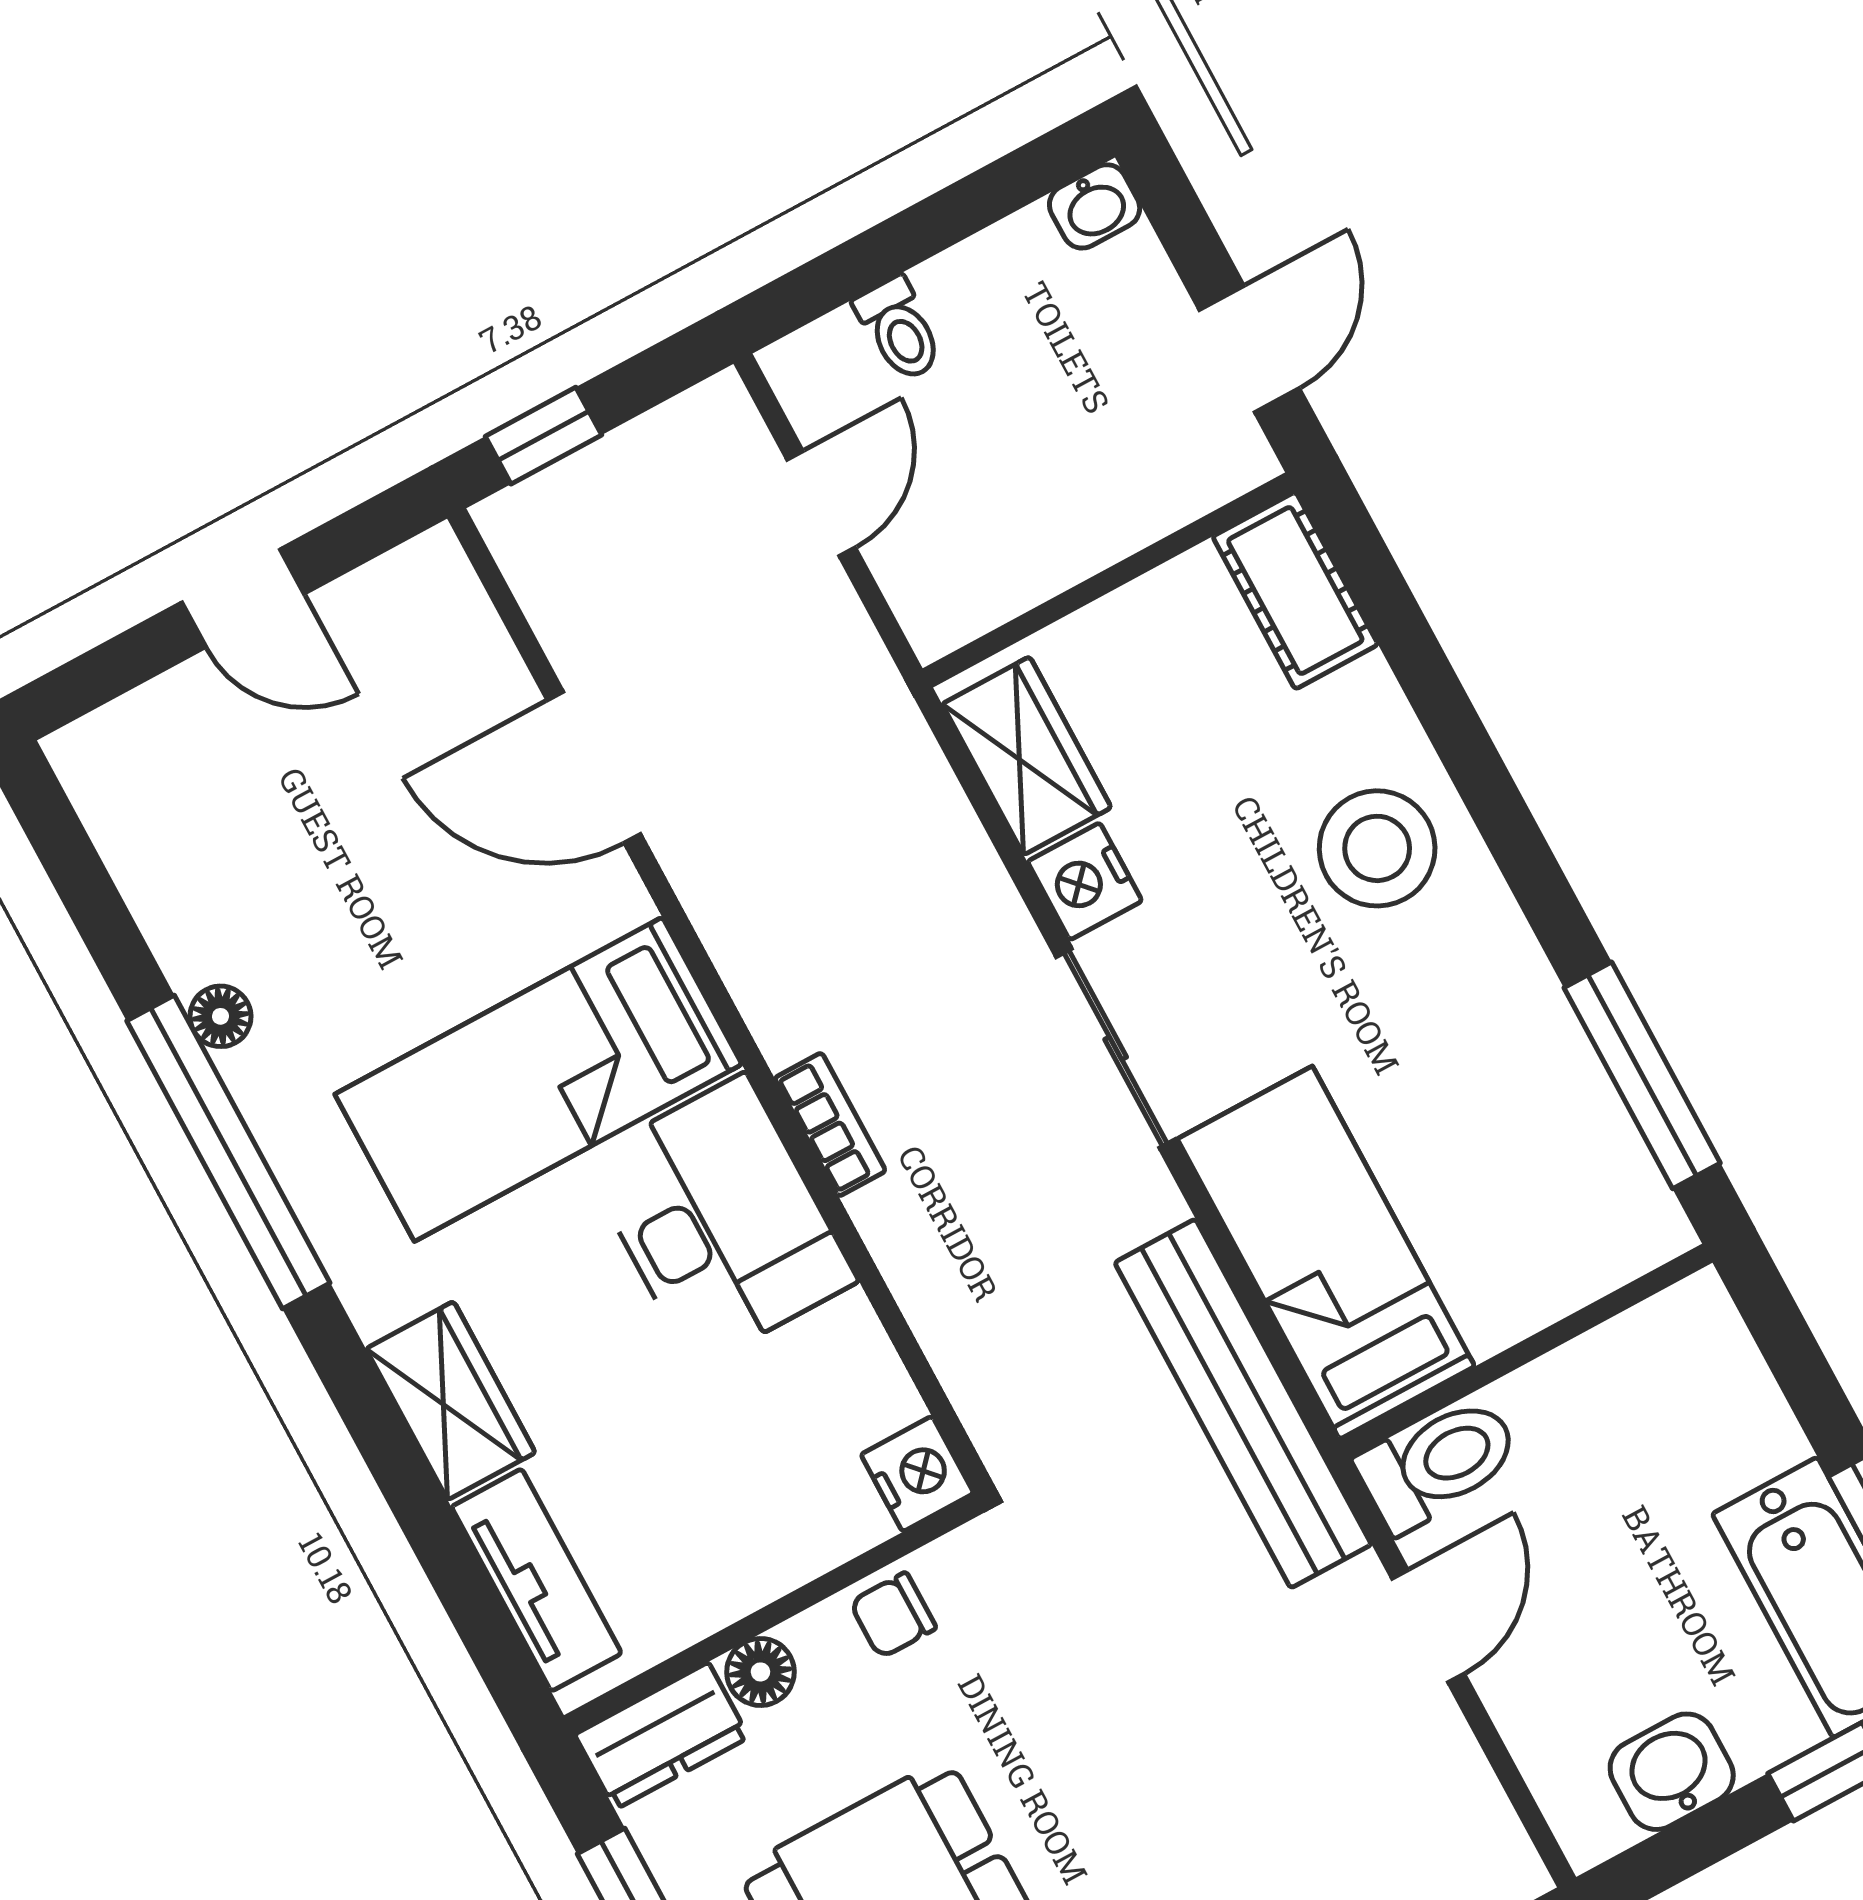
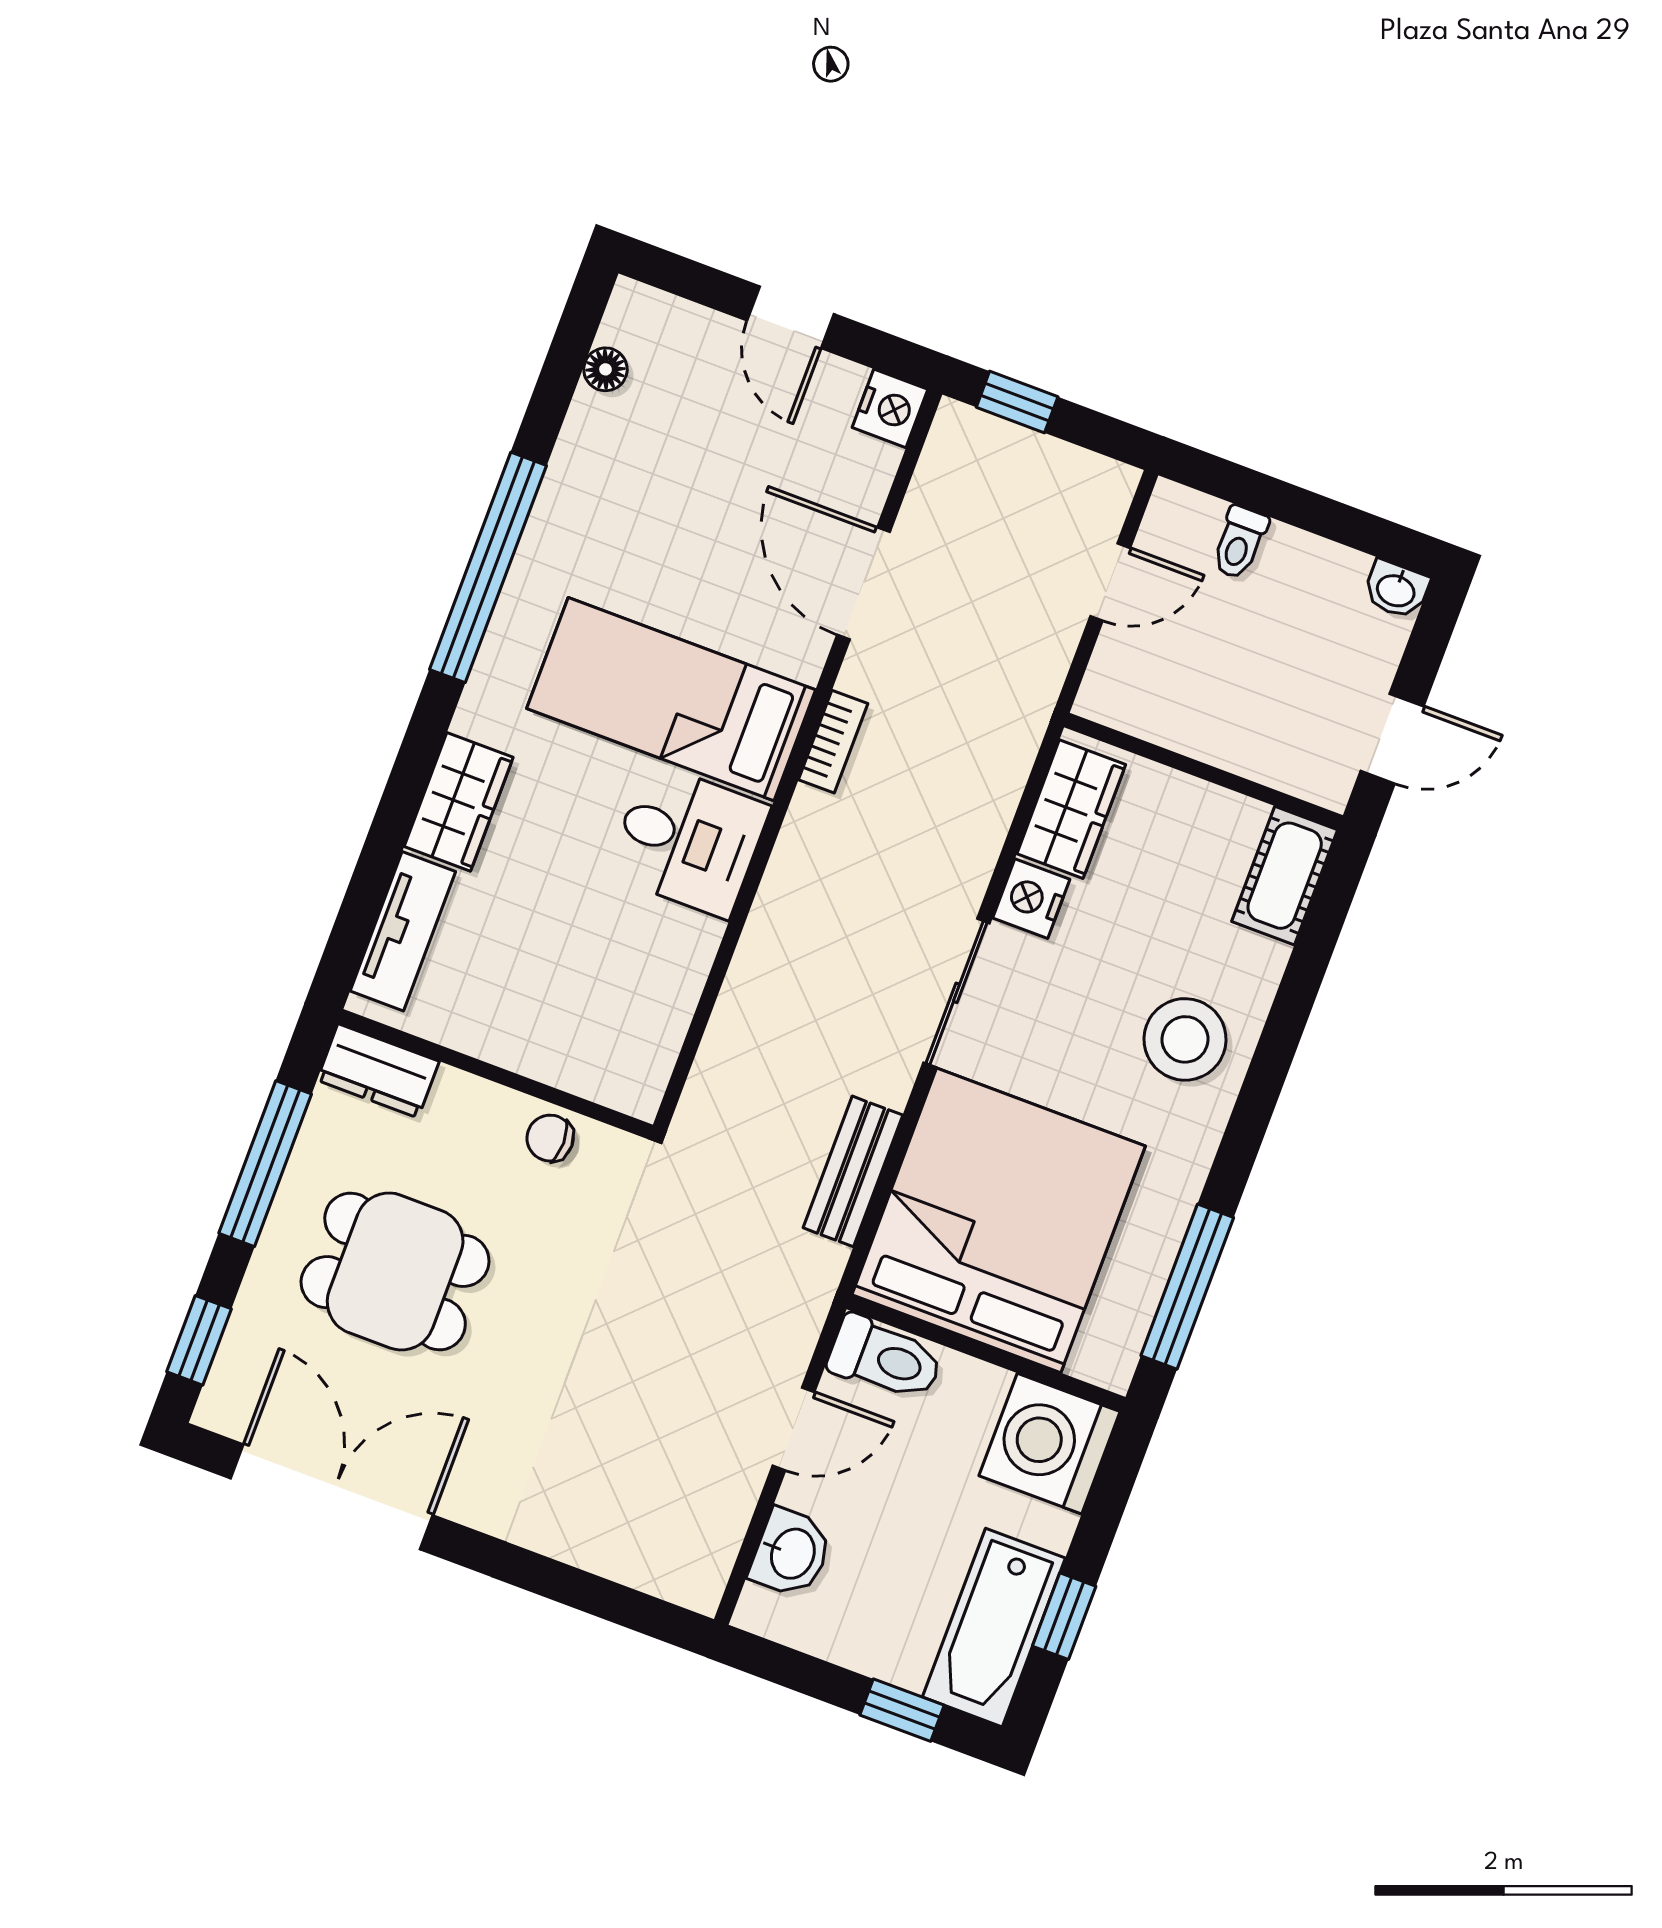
floor lamp: (220, 1016) -> (605, 369), moved
bookcase: (830, 1124) -> (833, 742), moved
desk: (720, 1221) -> (688, 840), width x0.73
bed: (1326, 1253) -> (999, 1220), width x2.04
washing machine: (1681, 1368) -> (1049, 1444), added
bench: (1243, 1404) -> (853, 1171), width x0.54, depth x0.82
nightstand: (917, 1474) -> (890, 408), moved
floor lamp: (760, 1672) -> (458, 1094), removed
washbasin: (1672, 1772) -> (791, 1553), moved, turned 90

